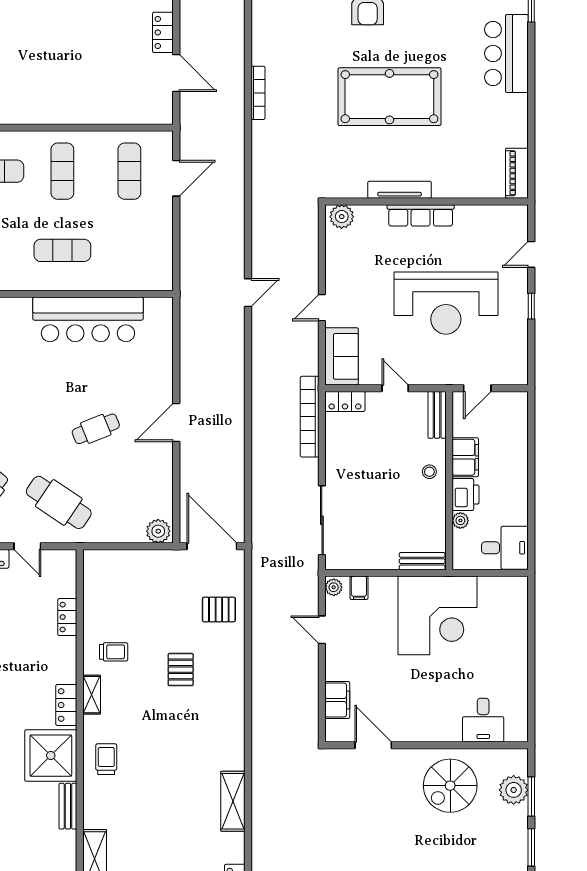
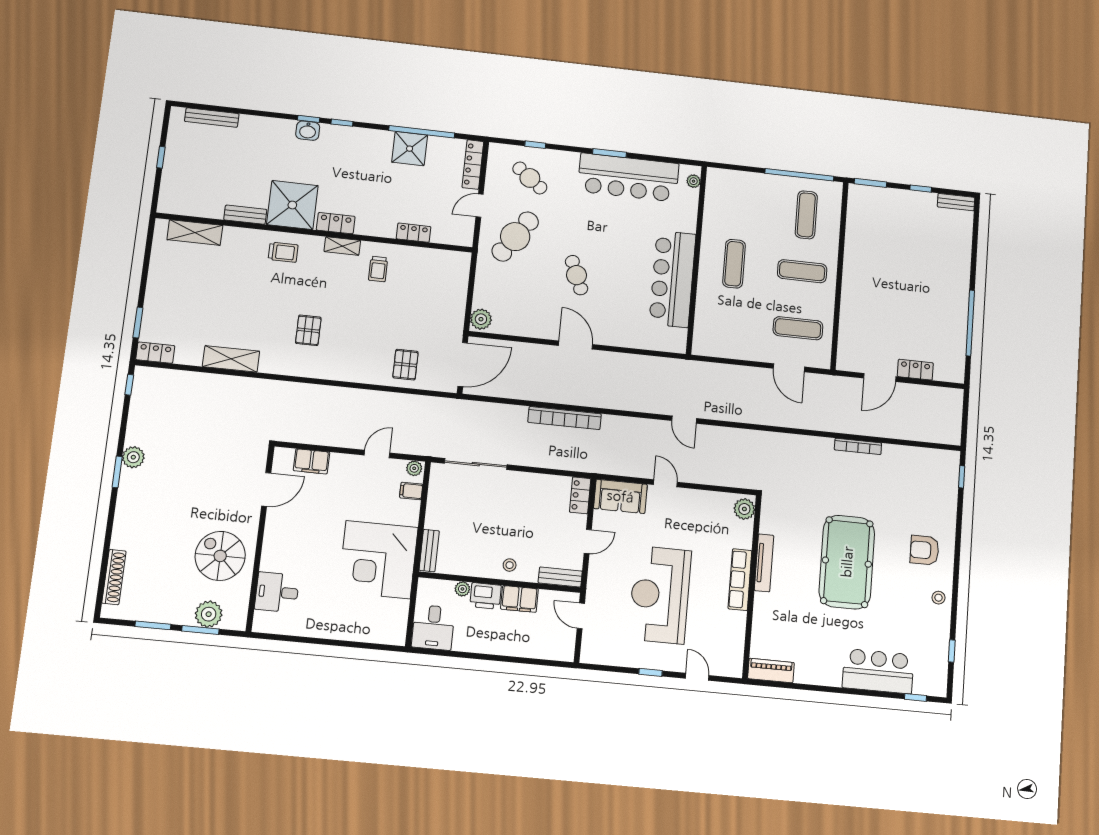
bookcase: (310, 417) -> (565, 418), moved, turned 180
pallet: (181, 670) -> (308, 330), moved, turned 90

